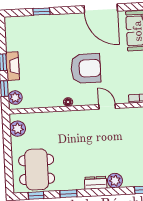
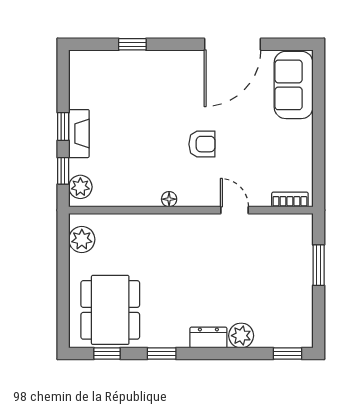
door: (101, 8) -> (232, 44), hinge flipped
armchair: (86, 68) -> (202, 144), width x0.53, depth x0.53

